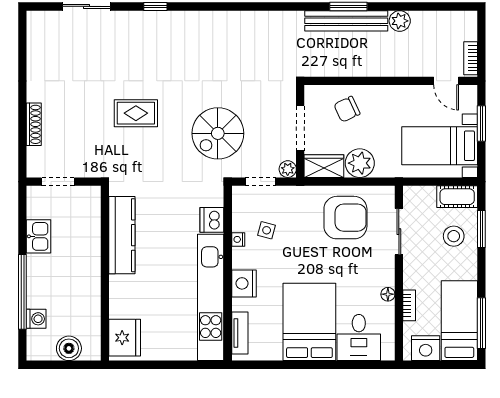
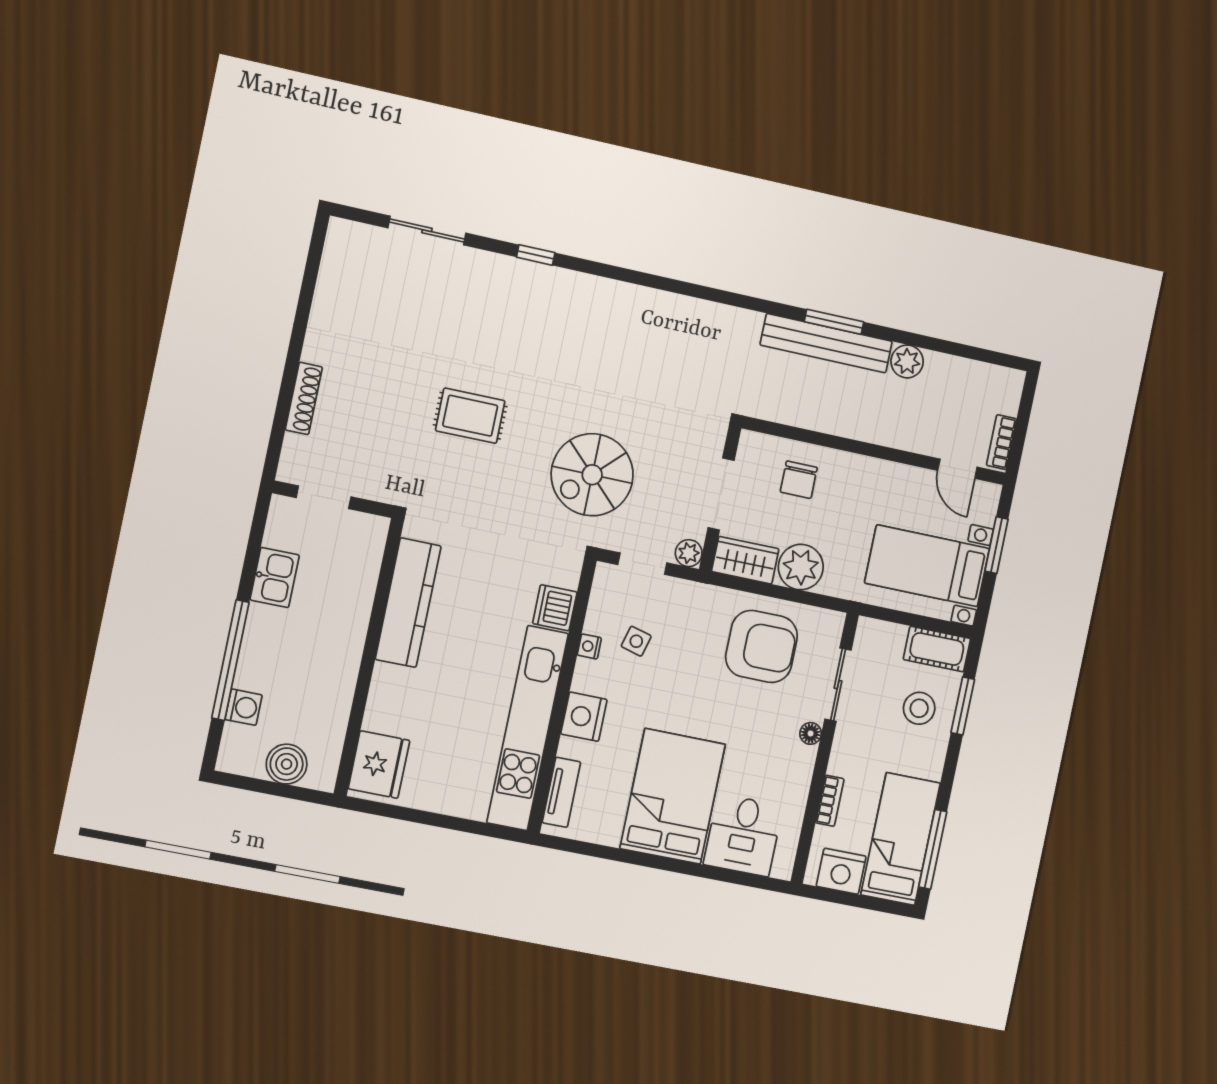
chair: (347, 109) -> (799, 480), turned -65
floor lamp: (388, 294) -> (811, 733), moved

